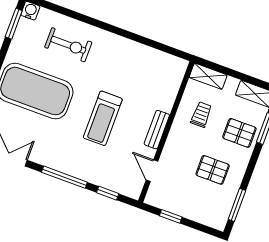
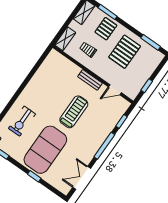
exercise bike: (68, 45) -> (22, 121), turned 180
treadmill: (103, 118) -> (74, 112), turned -90
pallet: (213, 170) -> (125, 52), width x1.50, depth x1.42

